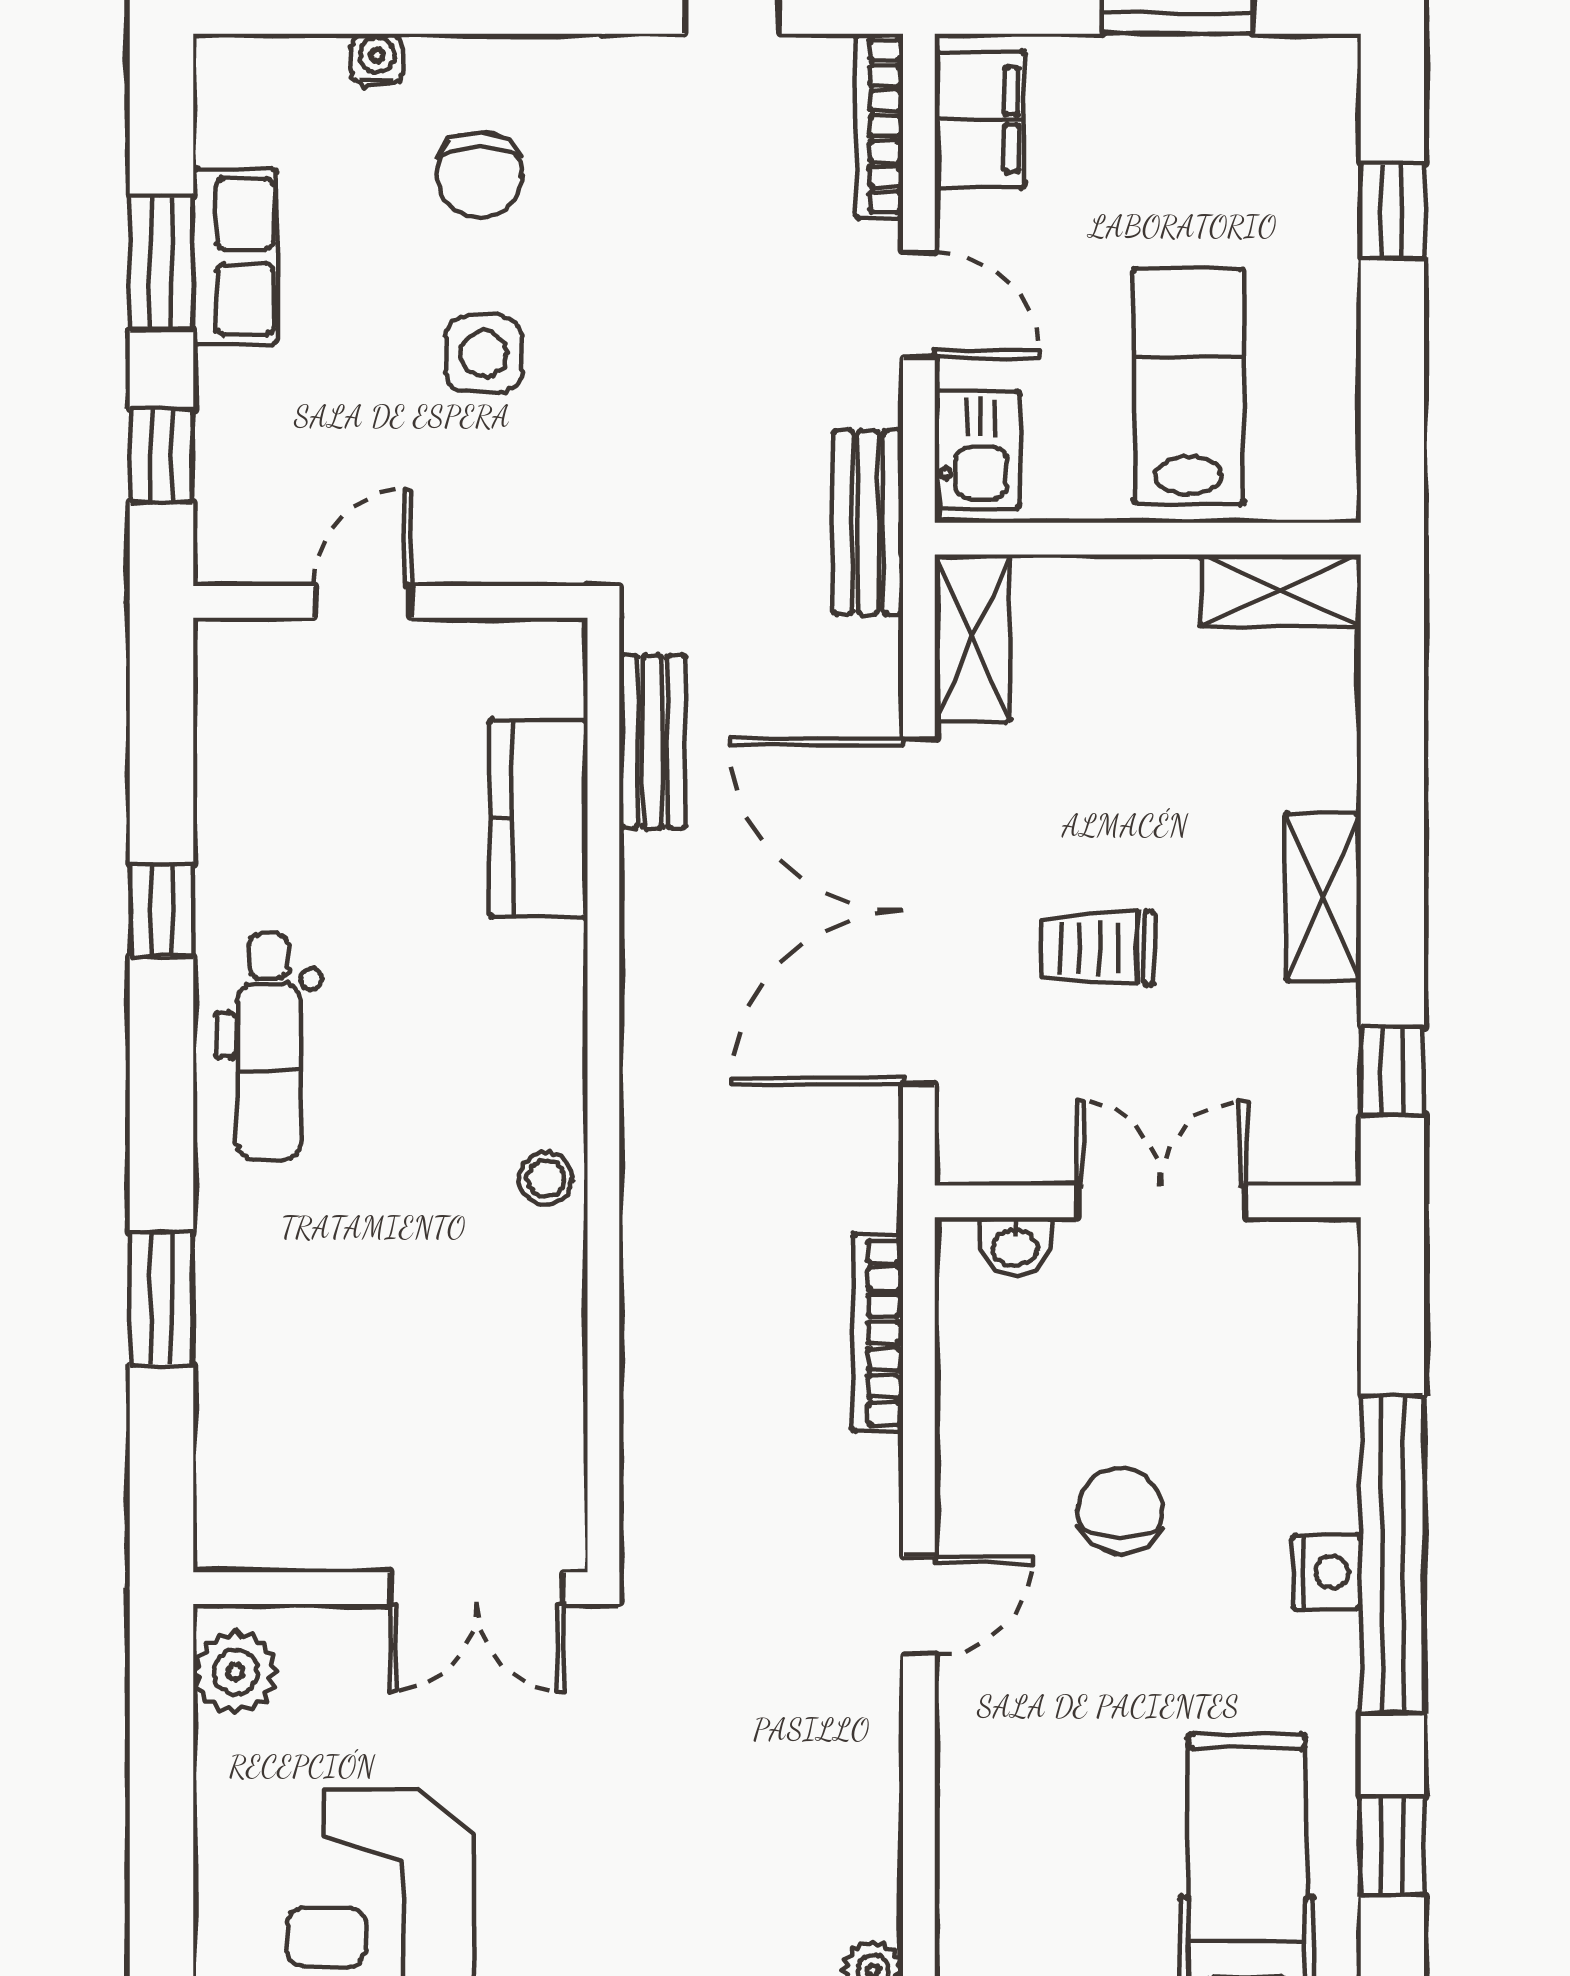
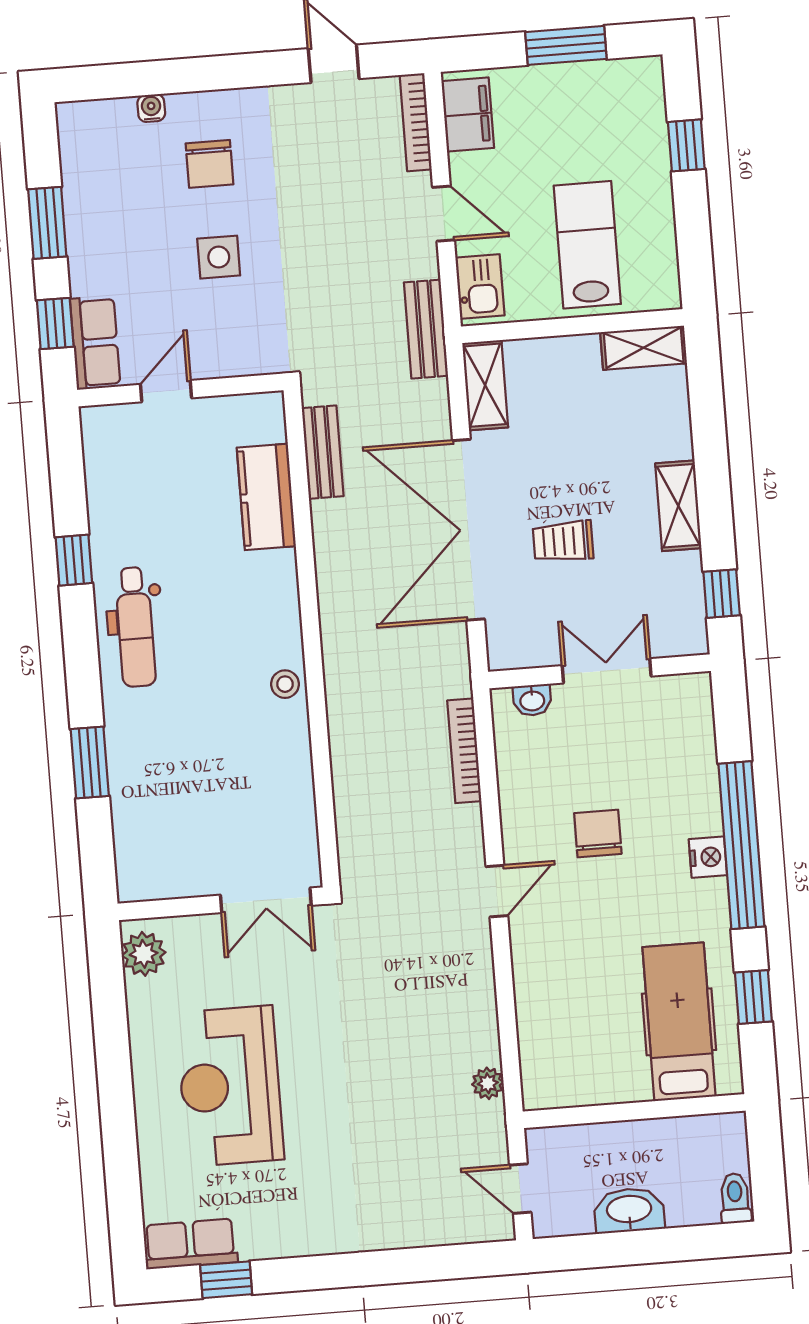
row of seats: (235, 256) -> (95, 343), moved

